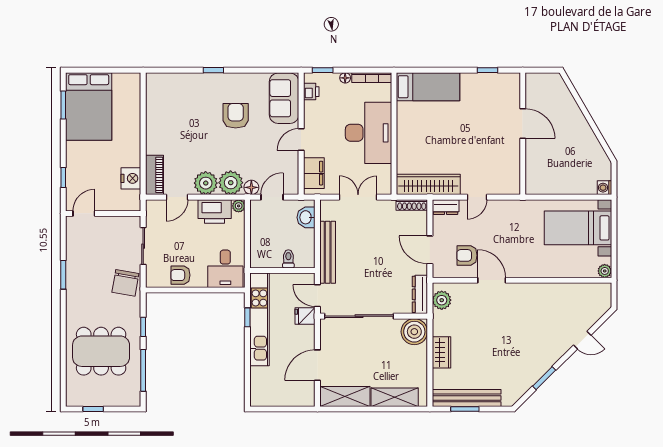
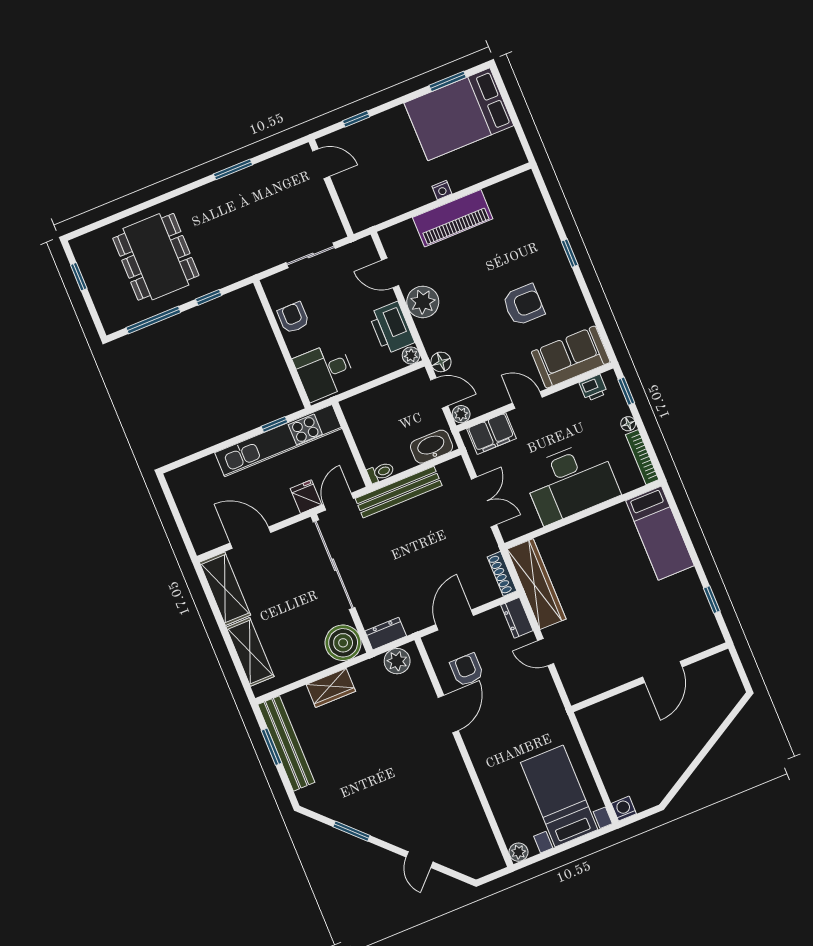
piano: (154, 175) -> (453, 218), moved, width x1.37, depth x1.33
nightstand: (131, 178) -> (442, 190), moved, width x0.53, depth x0.56
plant: (231, 183) -> (461, 414), moved, width x0.53, depth x0.53
washbasin: (306, 217) -> (431, 447), width x1.38
toilet: (288, 259) -> (381, 472), moved
chair: (125, 283) -> (255, 252), removed
dresser: (420, 294) -> (386, 634), width x0.70

